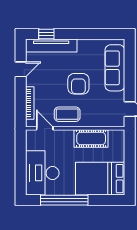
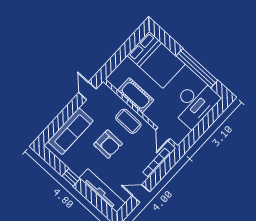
window: (46, 34) -> (71, 177), moved
armchair: (78, 84) -> (108, 144), turned 91
coffee table: (67, 114) -> (128, 121), moved

